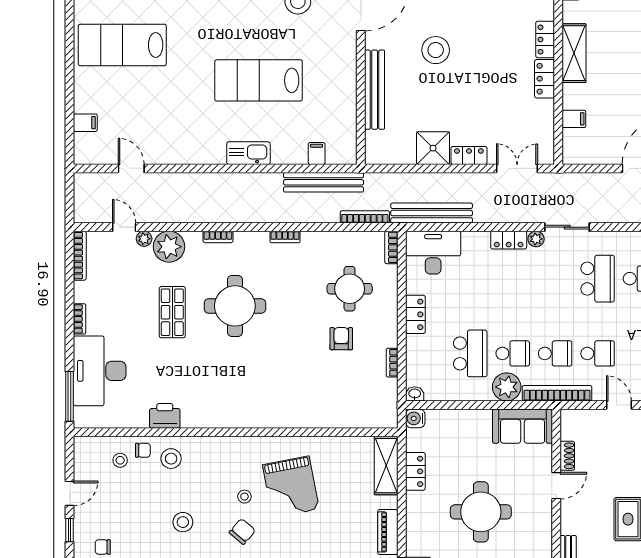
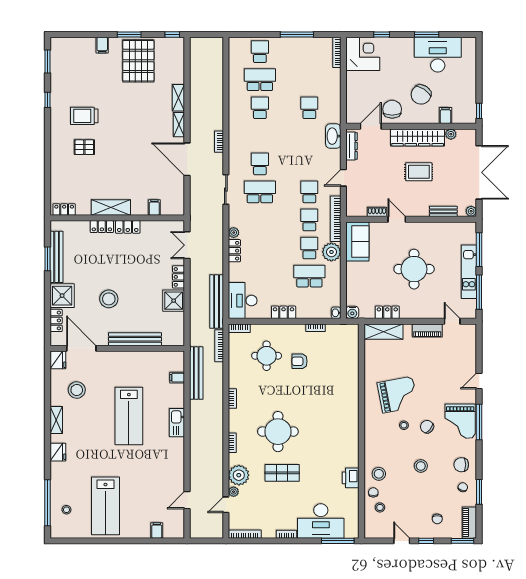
sliding door: (567, 227) -> (226, 190), moved

